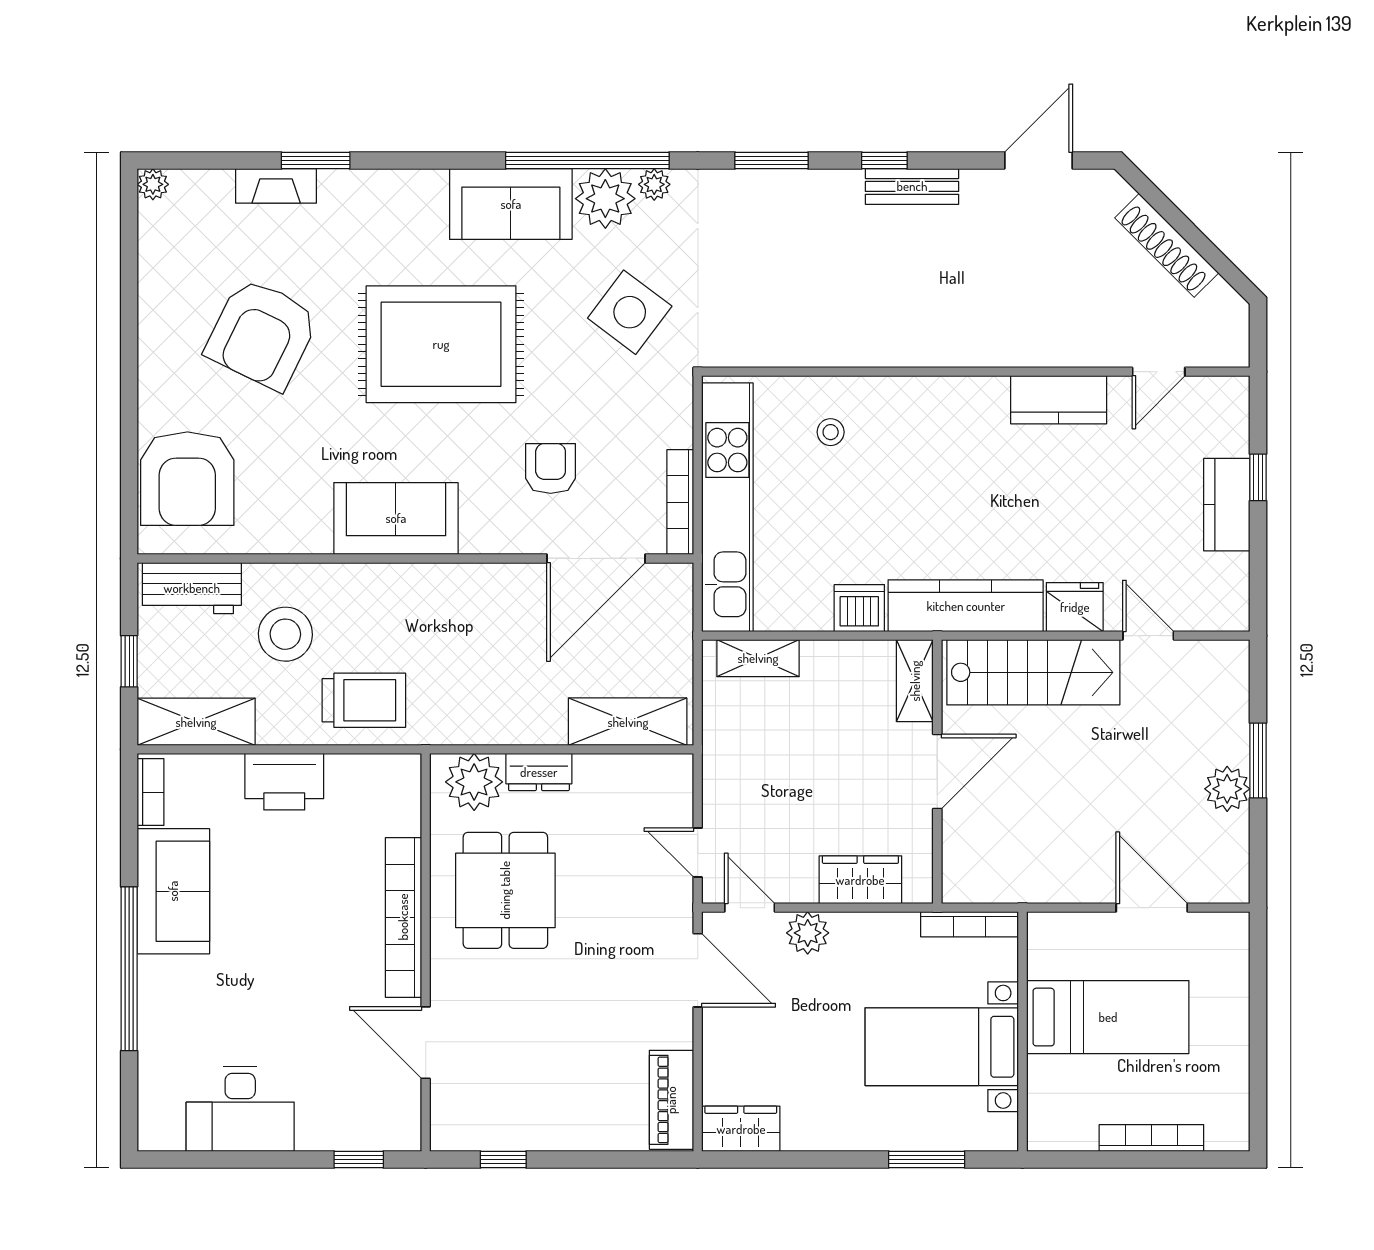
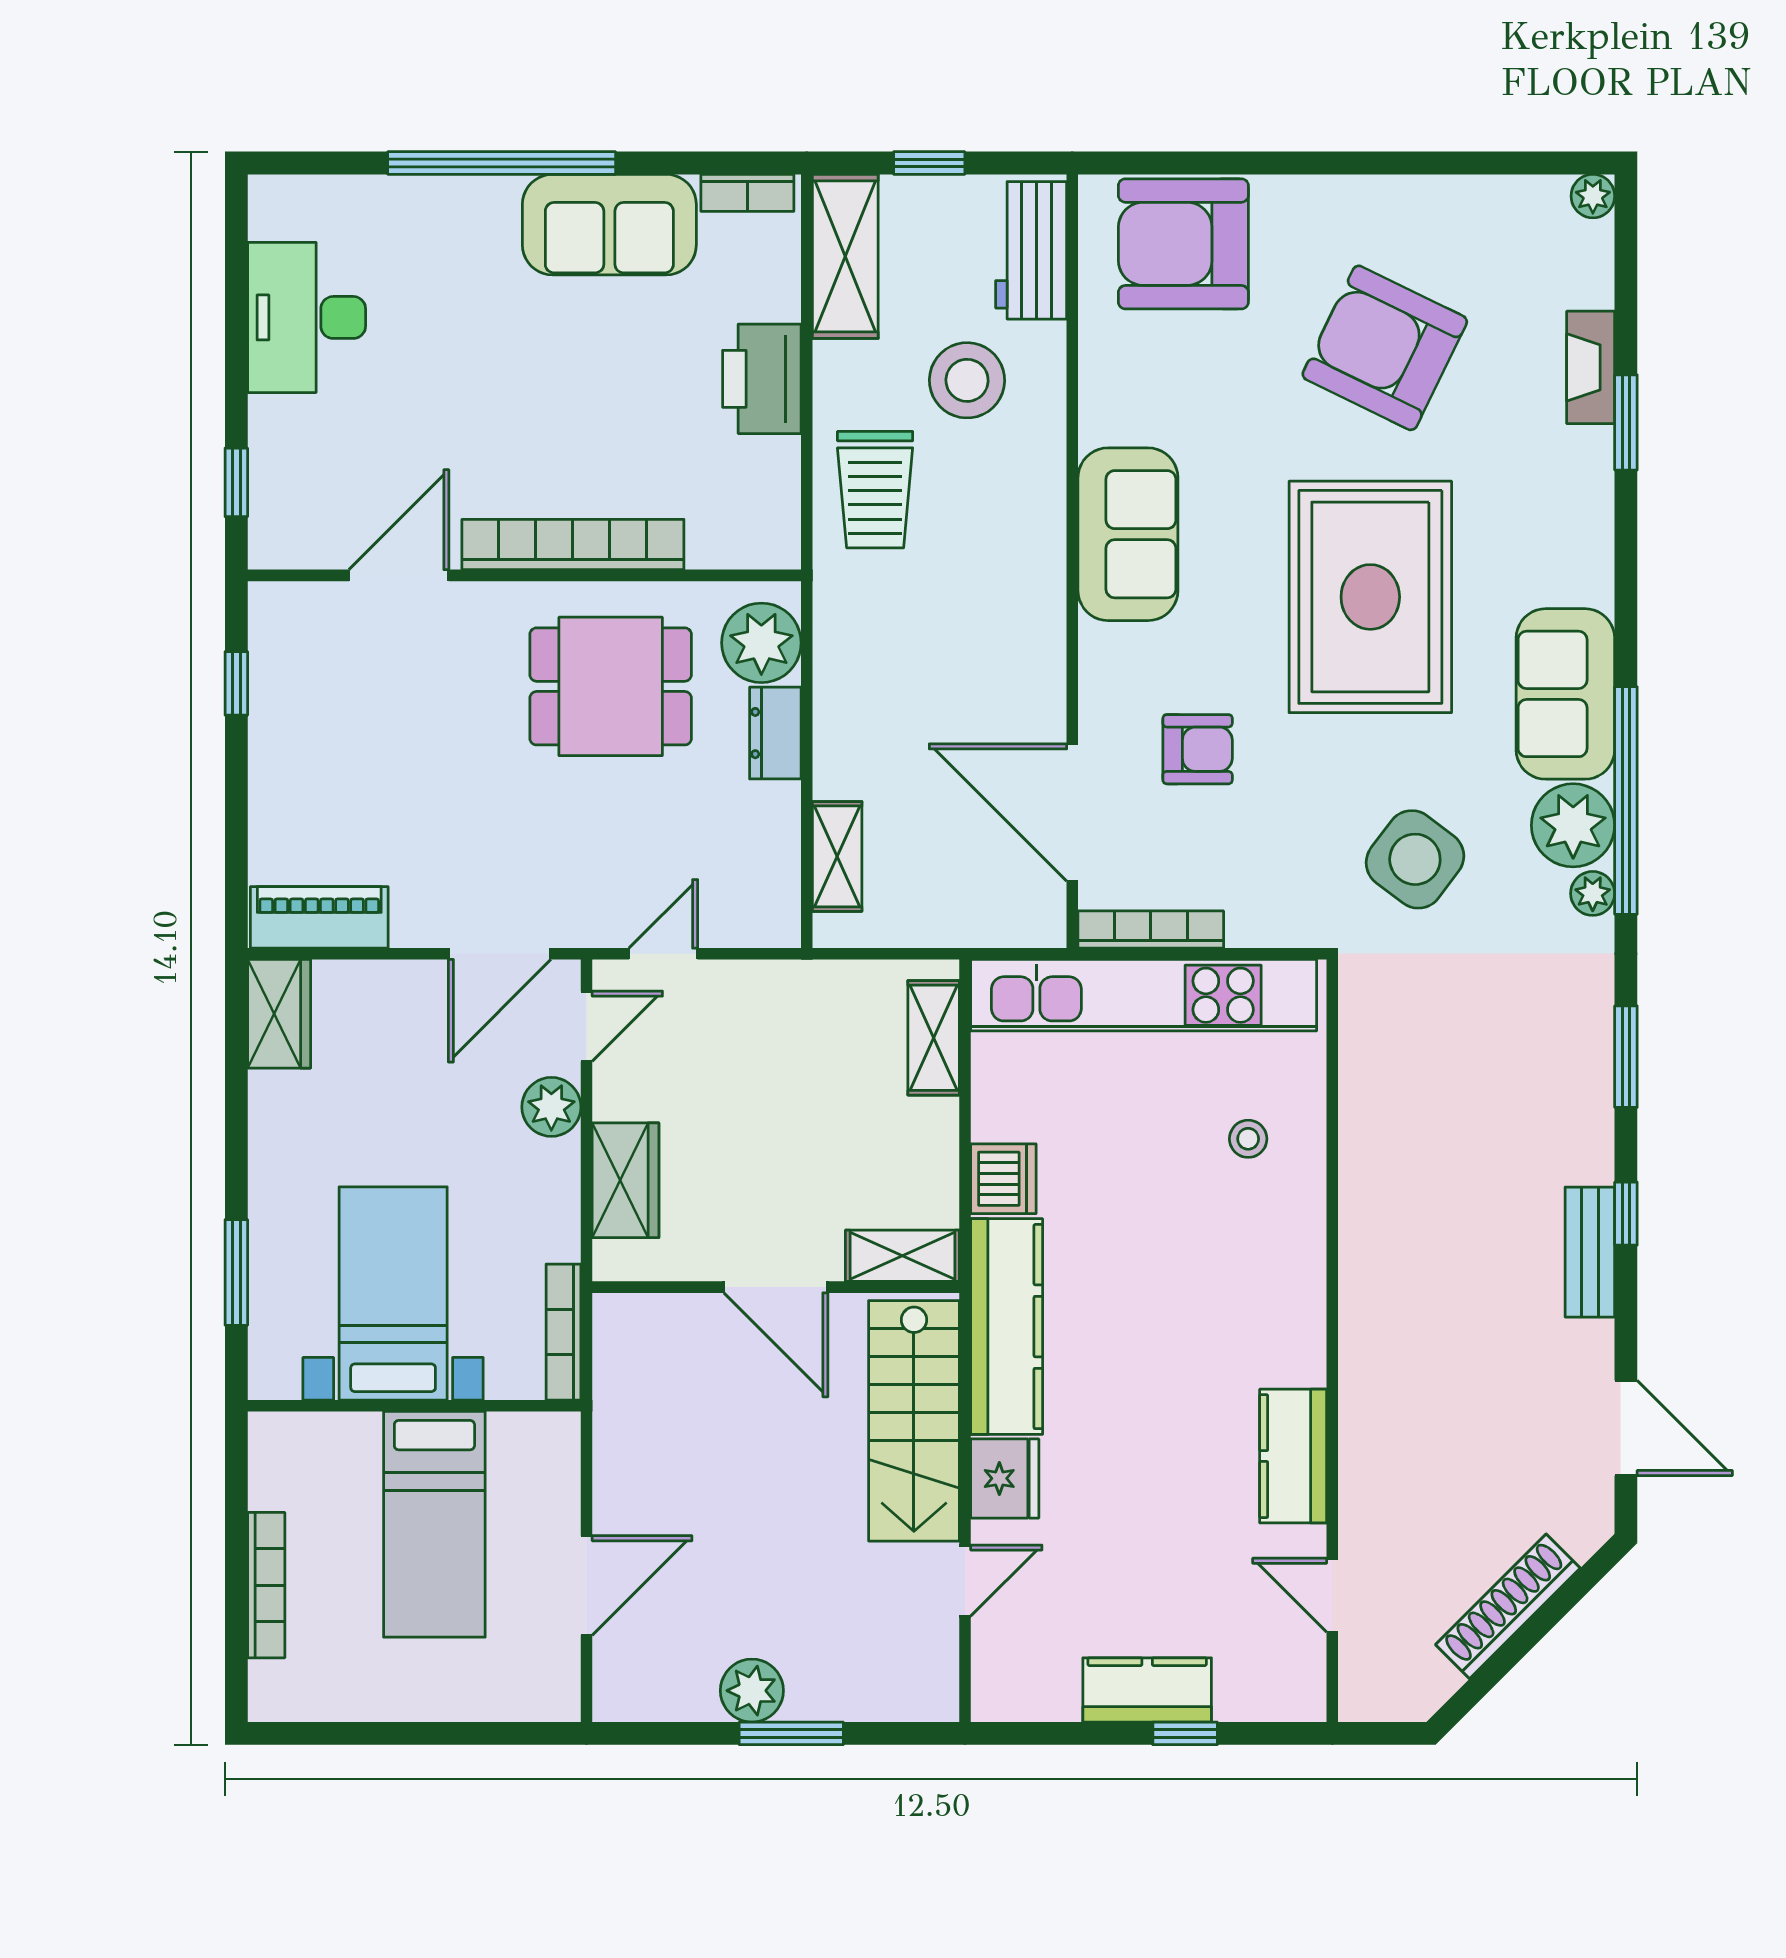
shelving: (628, 722) -> (837, 856), width x0.67, depth x0.75

